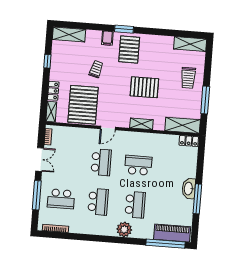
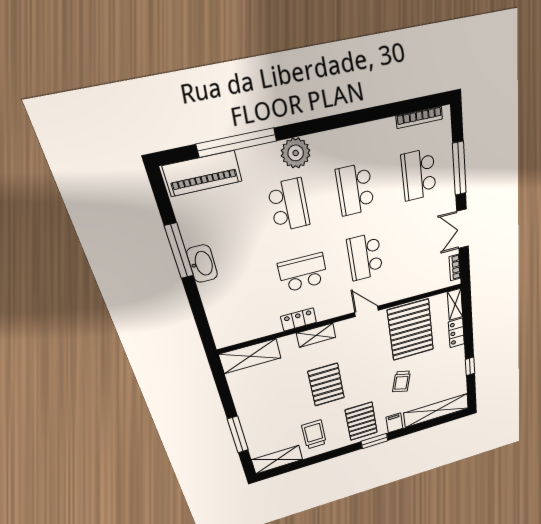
shelving: (69, 35) -> (436, 411), width x1.47
trolley: (188, 78) -> (314, 434), moved
pallet: (144, 87) -> (326, 385), turned 90
window: (205, 100) -> (238, 435), moved
door: (108, 128) -> (366, 311), hinge flipped
locker: (189, 141) -> (299, 320), moved
school desk: (138, 165) -> (303, 273), turned 180
school desk: (61, 199) -> (419, 175), turned -90
school desk: (135, 205) -> (289, 205), turned 180
window: (165, 244) -> (237, 143), moved

